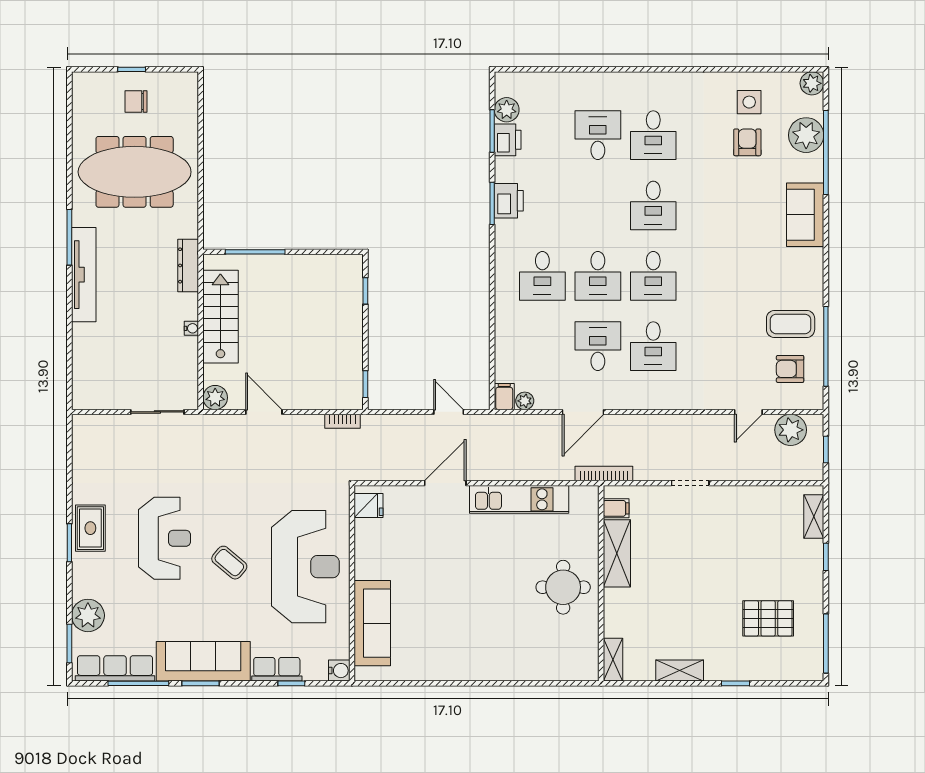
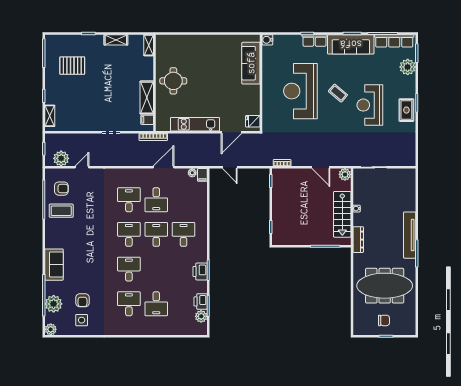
fridge: (369, 506) -> (253, 121), moved
wall: (352, 583) -> (261, 83), moved
sofa: (372, 623) -> (251, 63), moved
water cooler: (339, 671) -> (267, 40), moved

